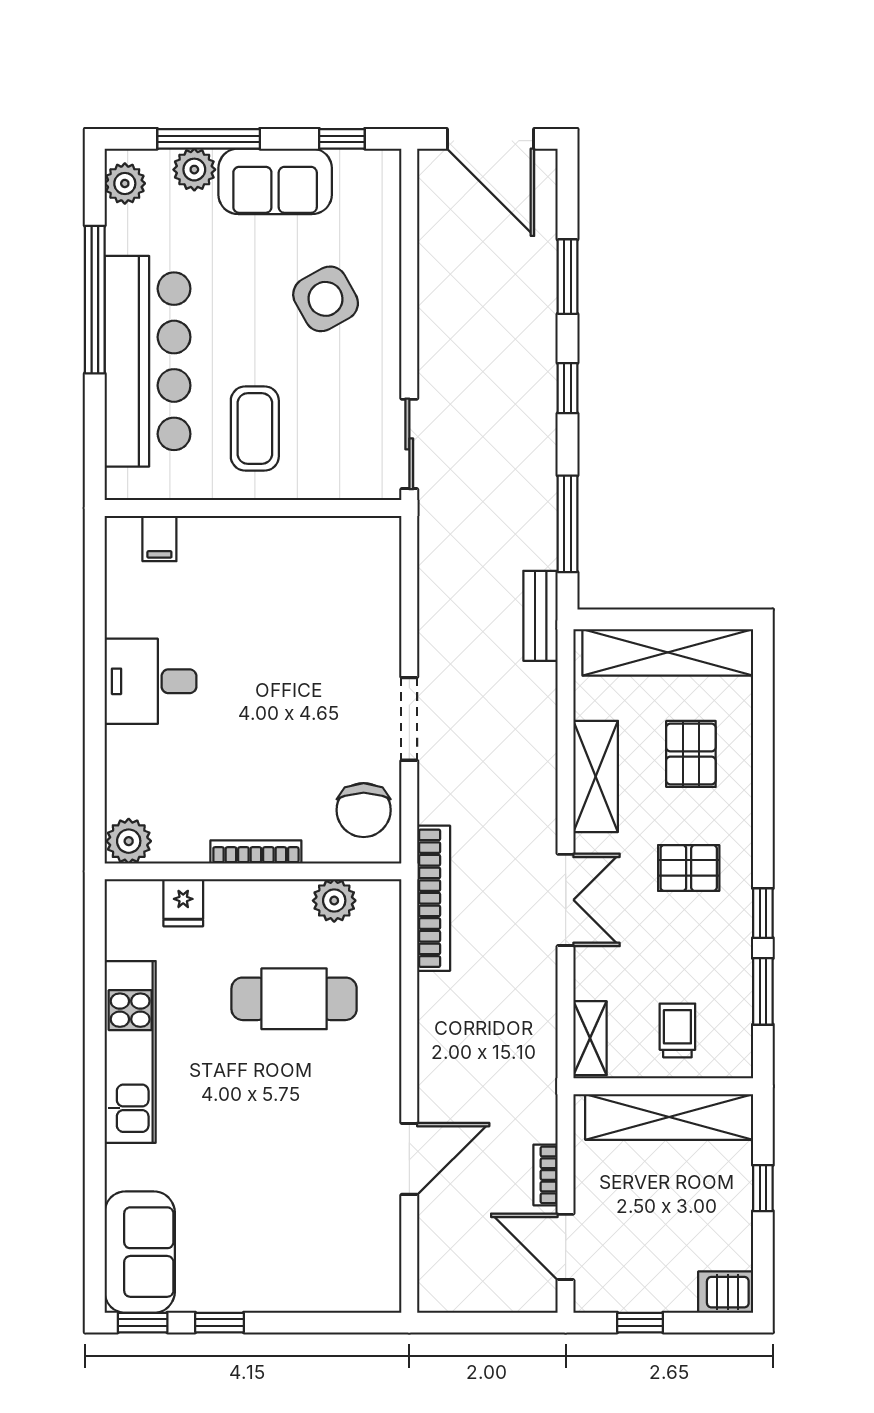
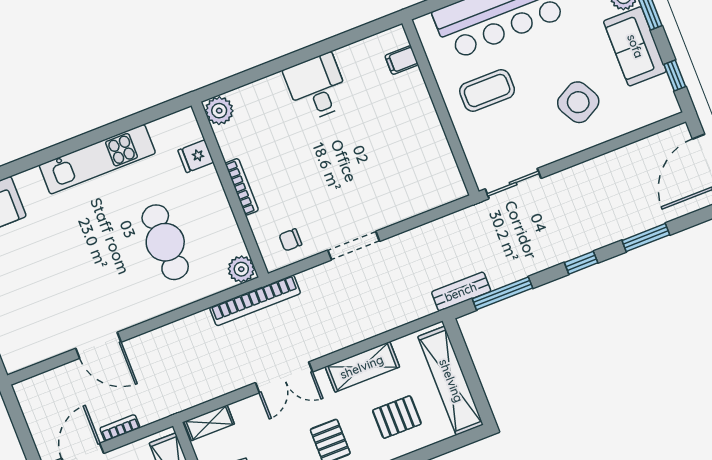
bench: (541, 616) -> (461, 292), moved
chair: (364, 810) -> (290, 240), width x0.54, depth x0.54
plant: (334, 901) -> (241, 269), moved

